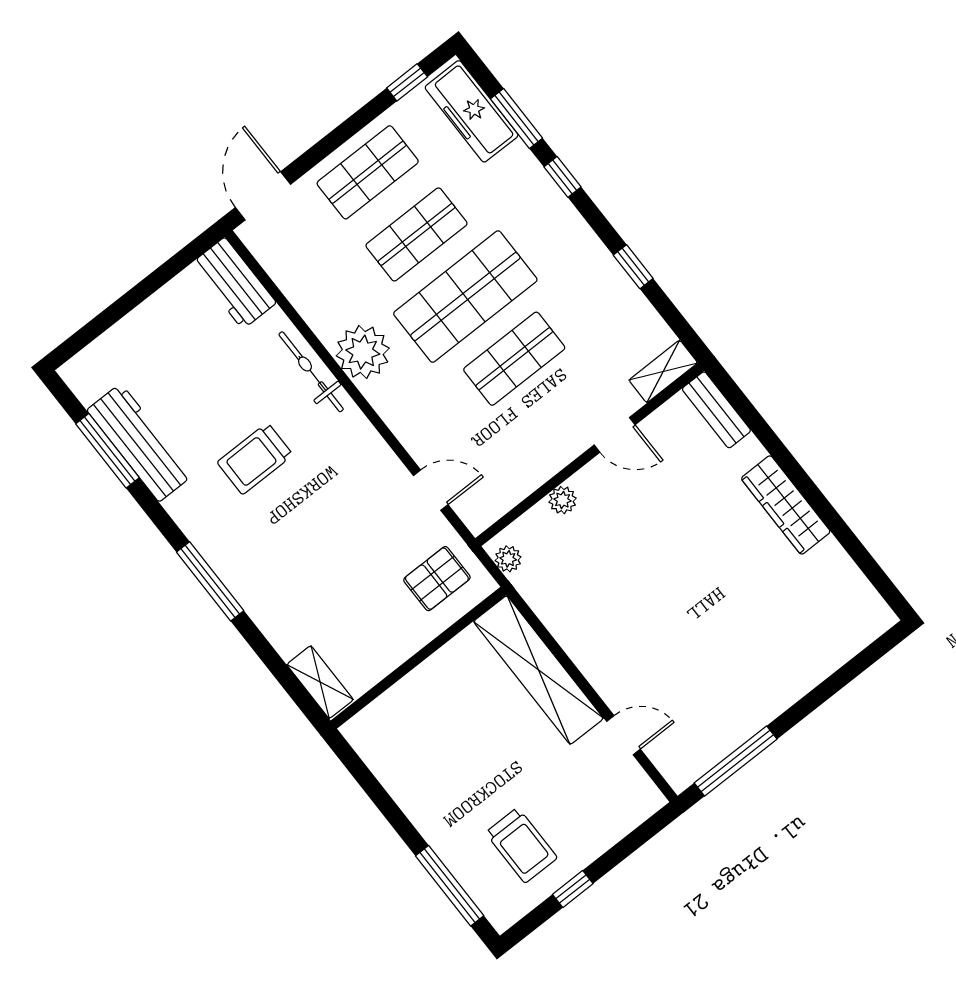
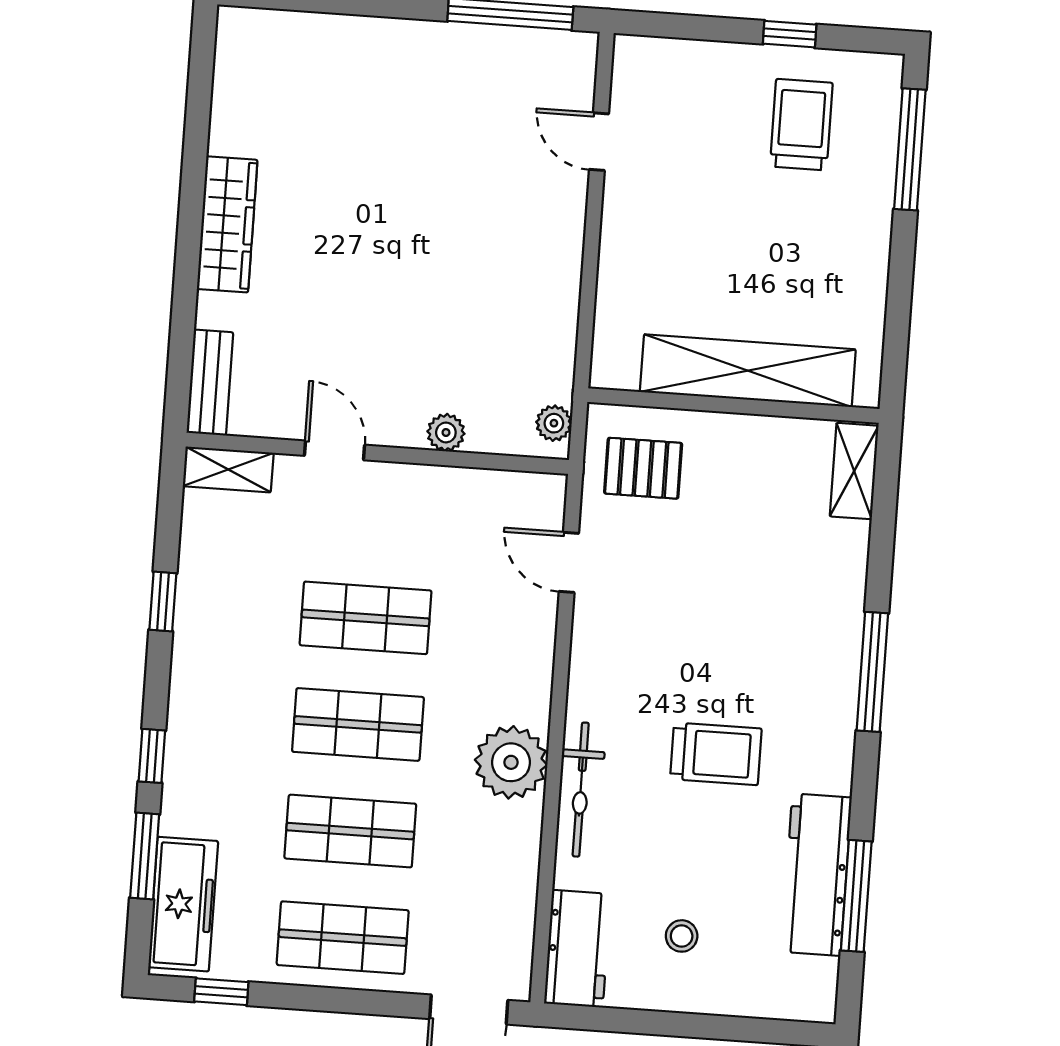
shop shelf: (465, 297) -> (358, 724), width x0.70, depth x0.74
stool: (183, 342) -> (682, 936), added
shelving: (539, 670) -> (748, 371), moved, turned 90

